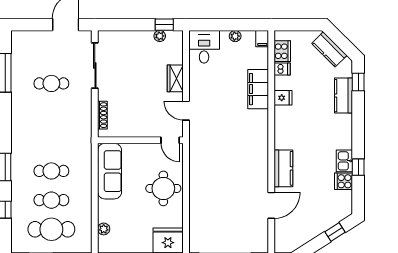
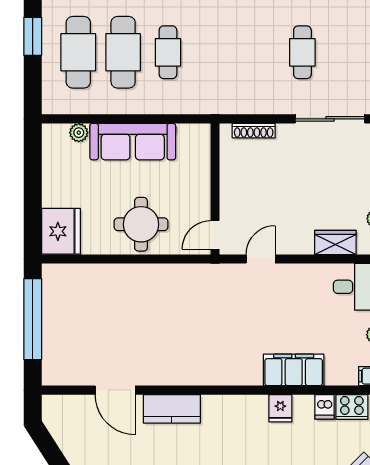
wardrobe: (175, 78) -> (335, 242), moved
sofa: (110, 171) -> (133, 142), moved
cafe table: (51, 200) -> (123, 52), width x1.37, depth x1.35

